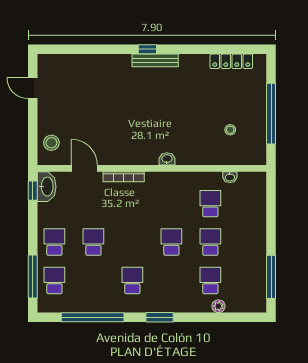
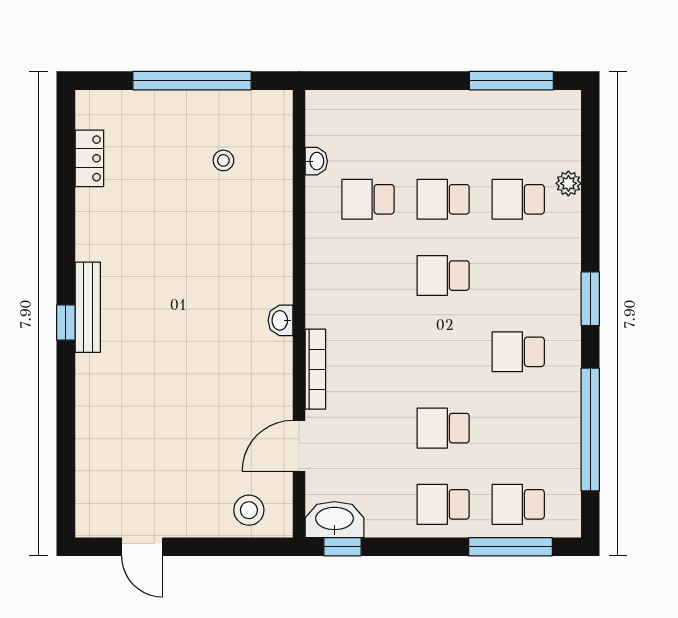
locker: (231, 61) -> (89, 158), width x0.66
door: (33, 88) -> (142, 547), hinge flipped
washbasin: (167, 159) -> (281, 320), moved

